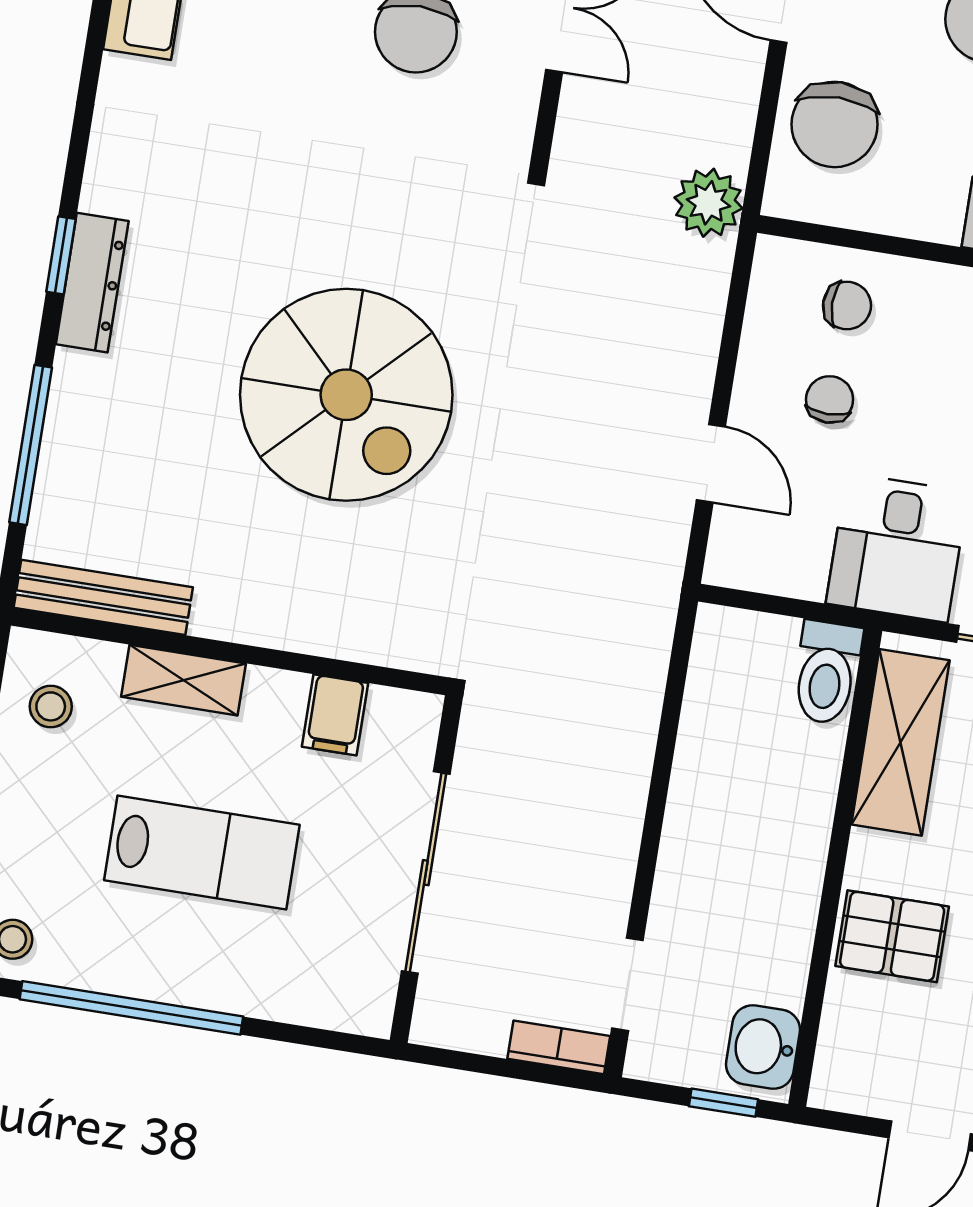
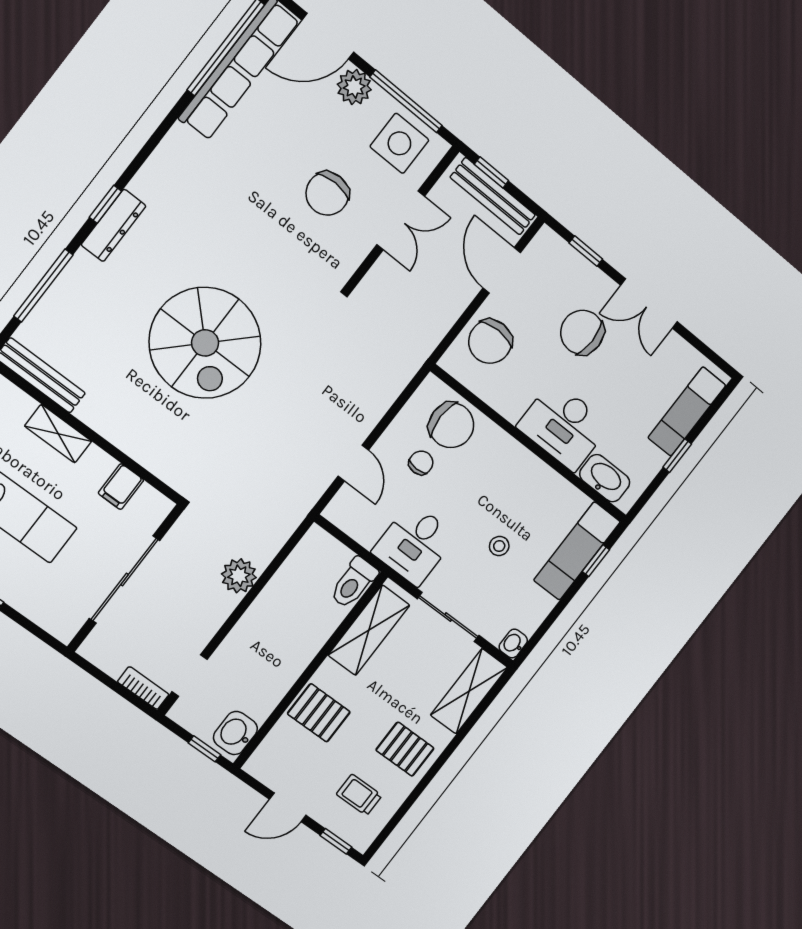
plant: (708, 203) -> (239, 576), moved
chair: (847, 306) -> (451, 425), width x1.87, depth x1.87

